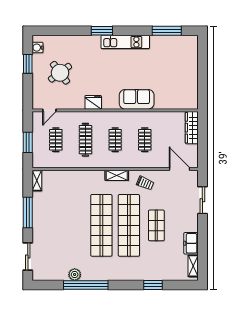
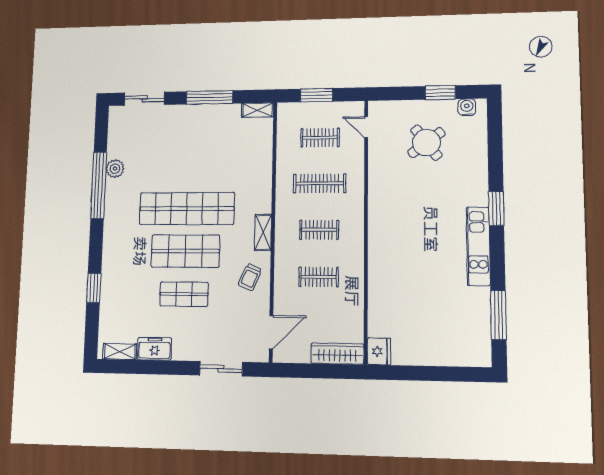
sofa: (137, 99) -> (384, 264), removed
fridge: (93, 102) -> (379, 351), moved
shop shelf: (129, 225) -> (185, 251), width x0.71

